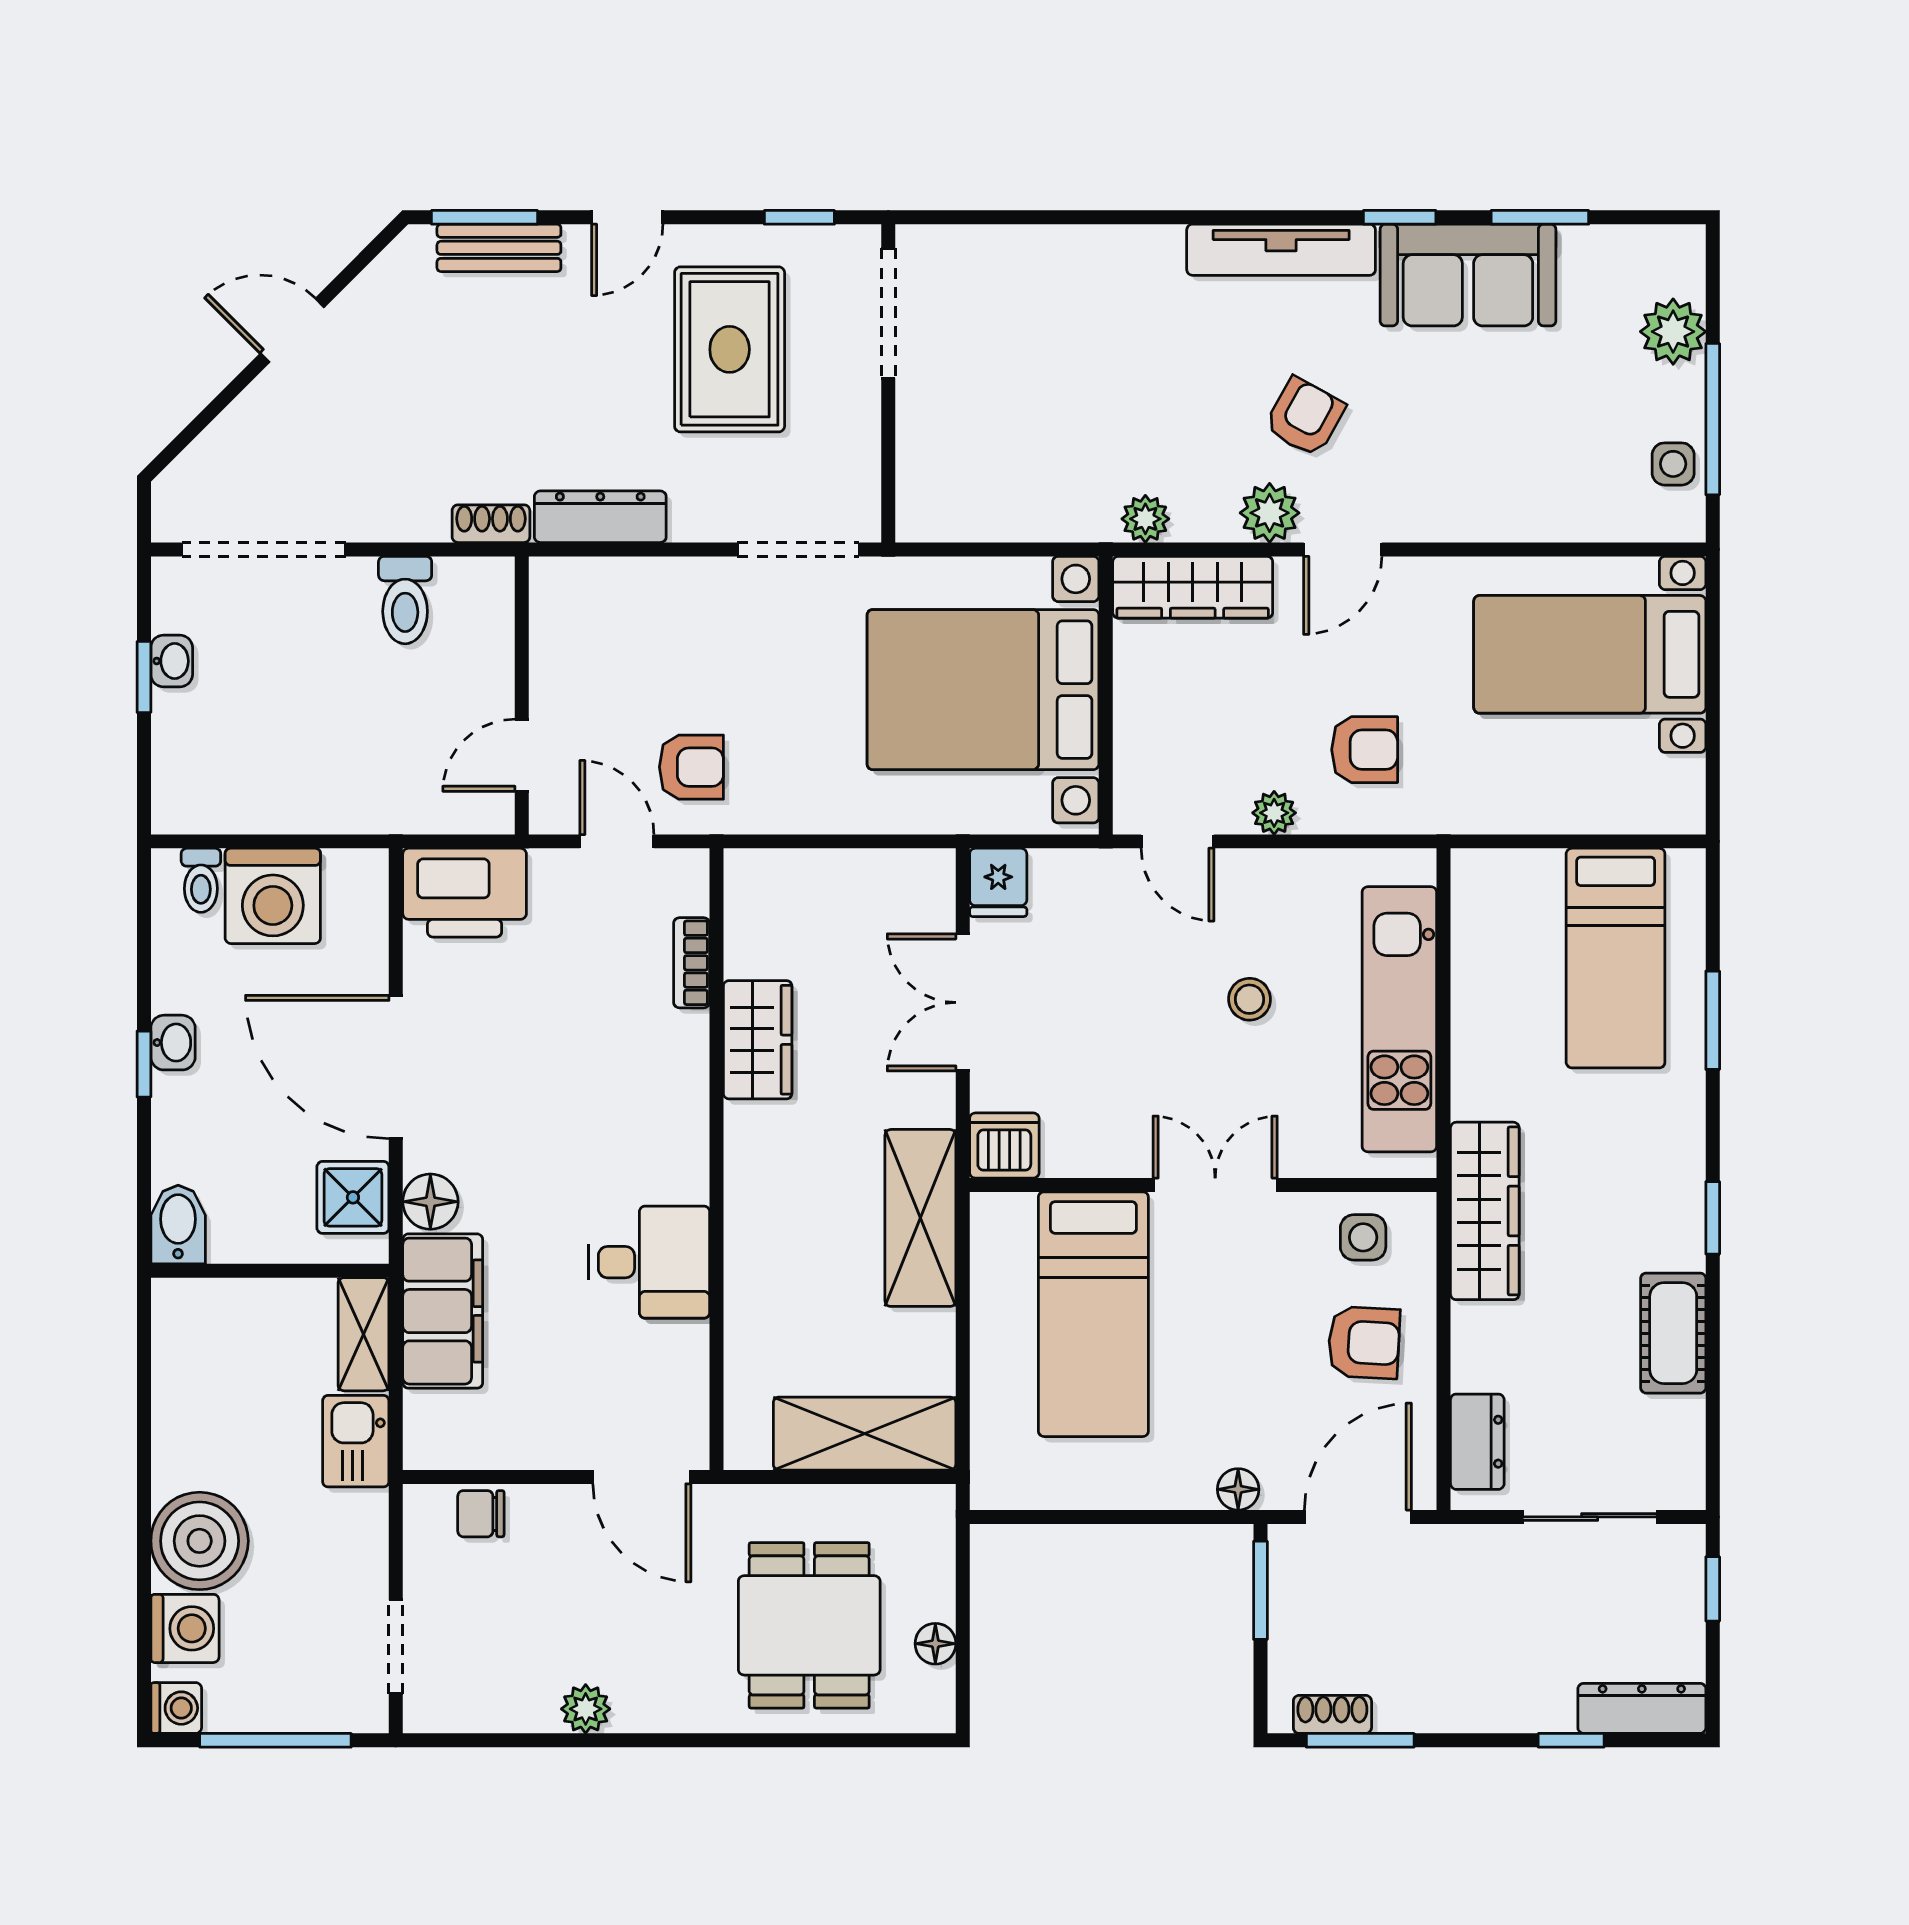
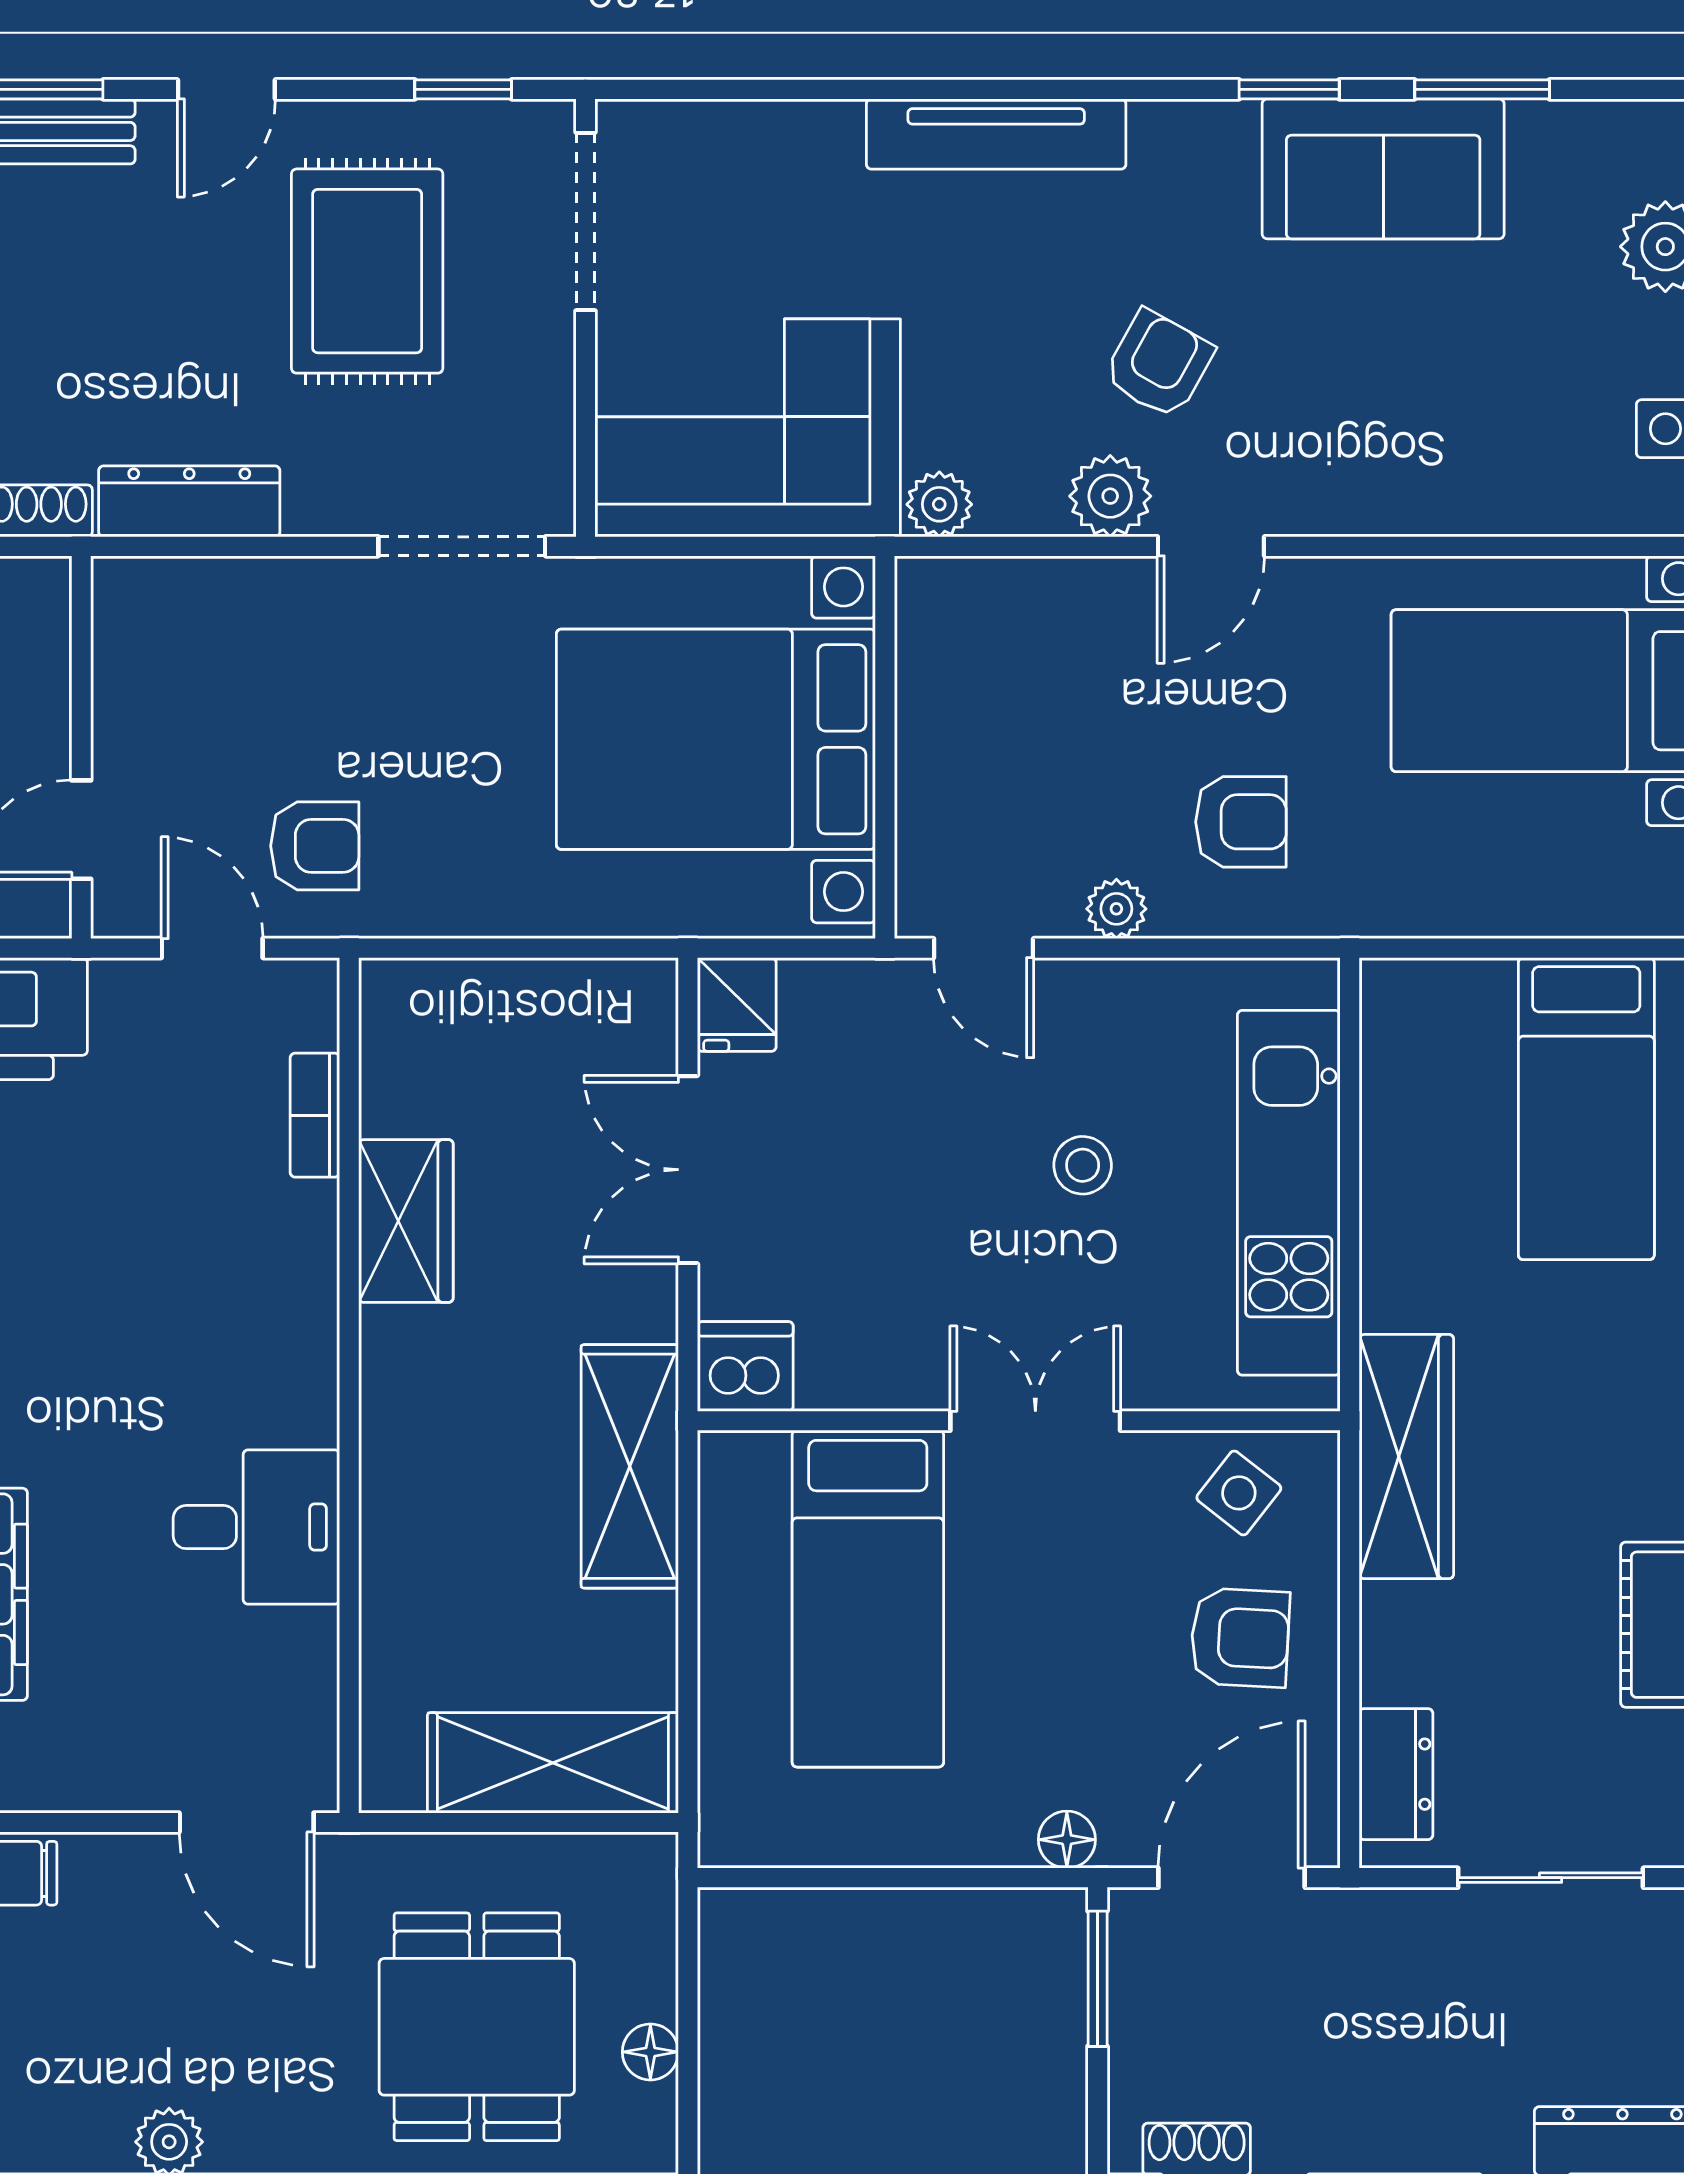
tv unit: (1281, 250) -> (996, 134), moved
corner sofa: (1006, 463) -> (748, 428), added
wardrobe: (1193, 587) -> (1004, 598), removed
side table: (1363, 1237) -> (1239, 1493), turned 38

